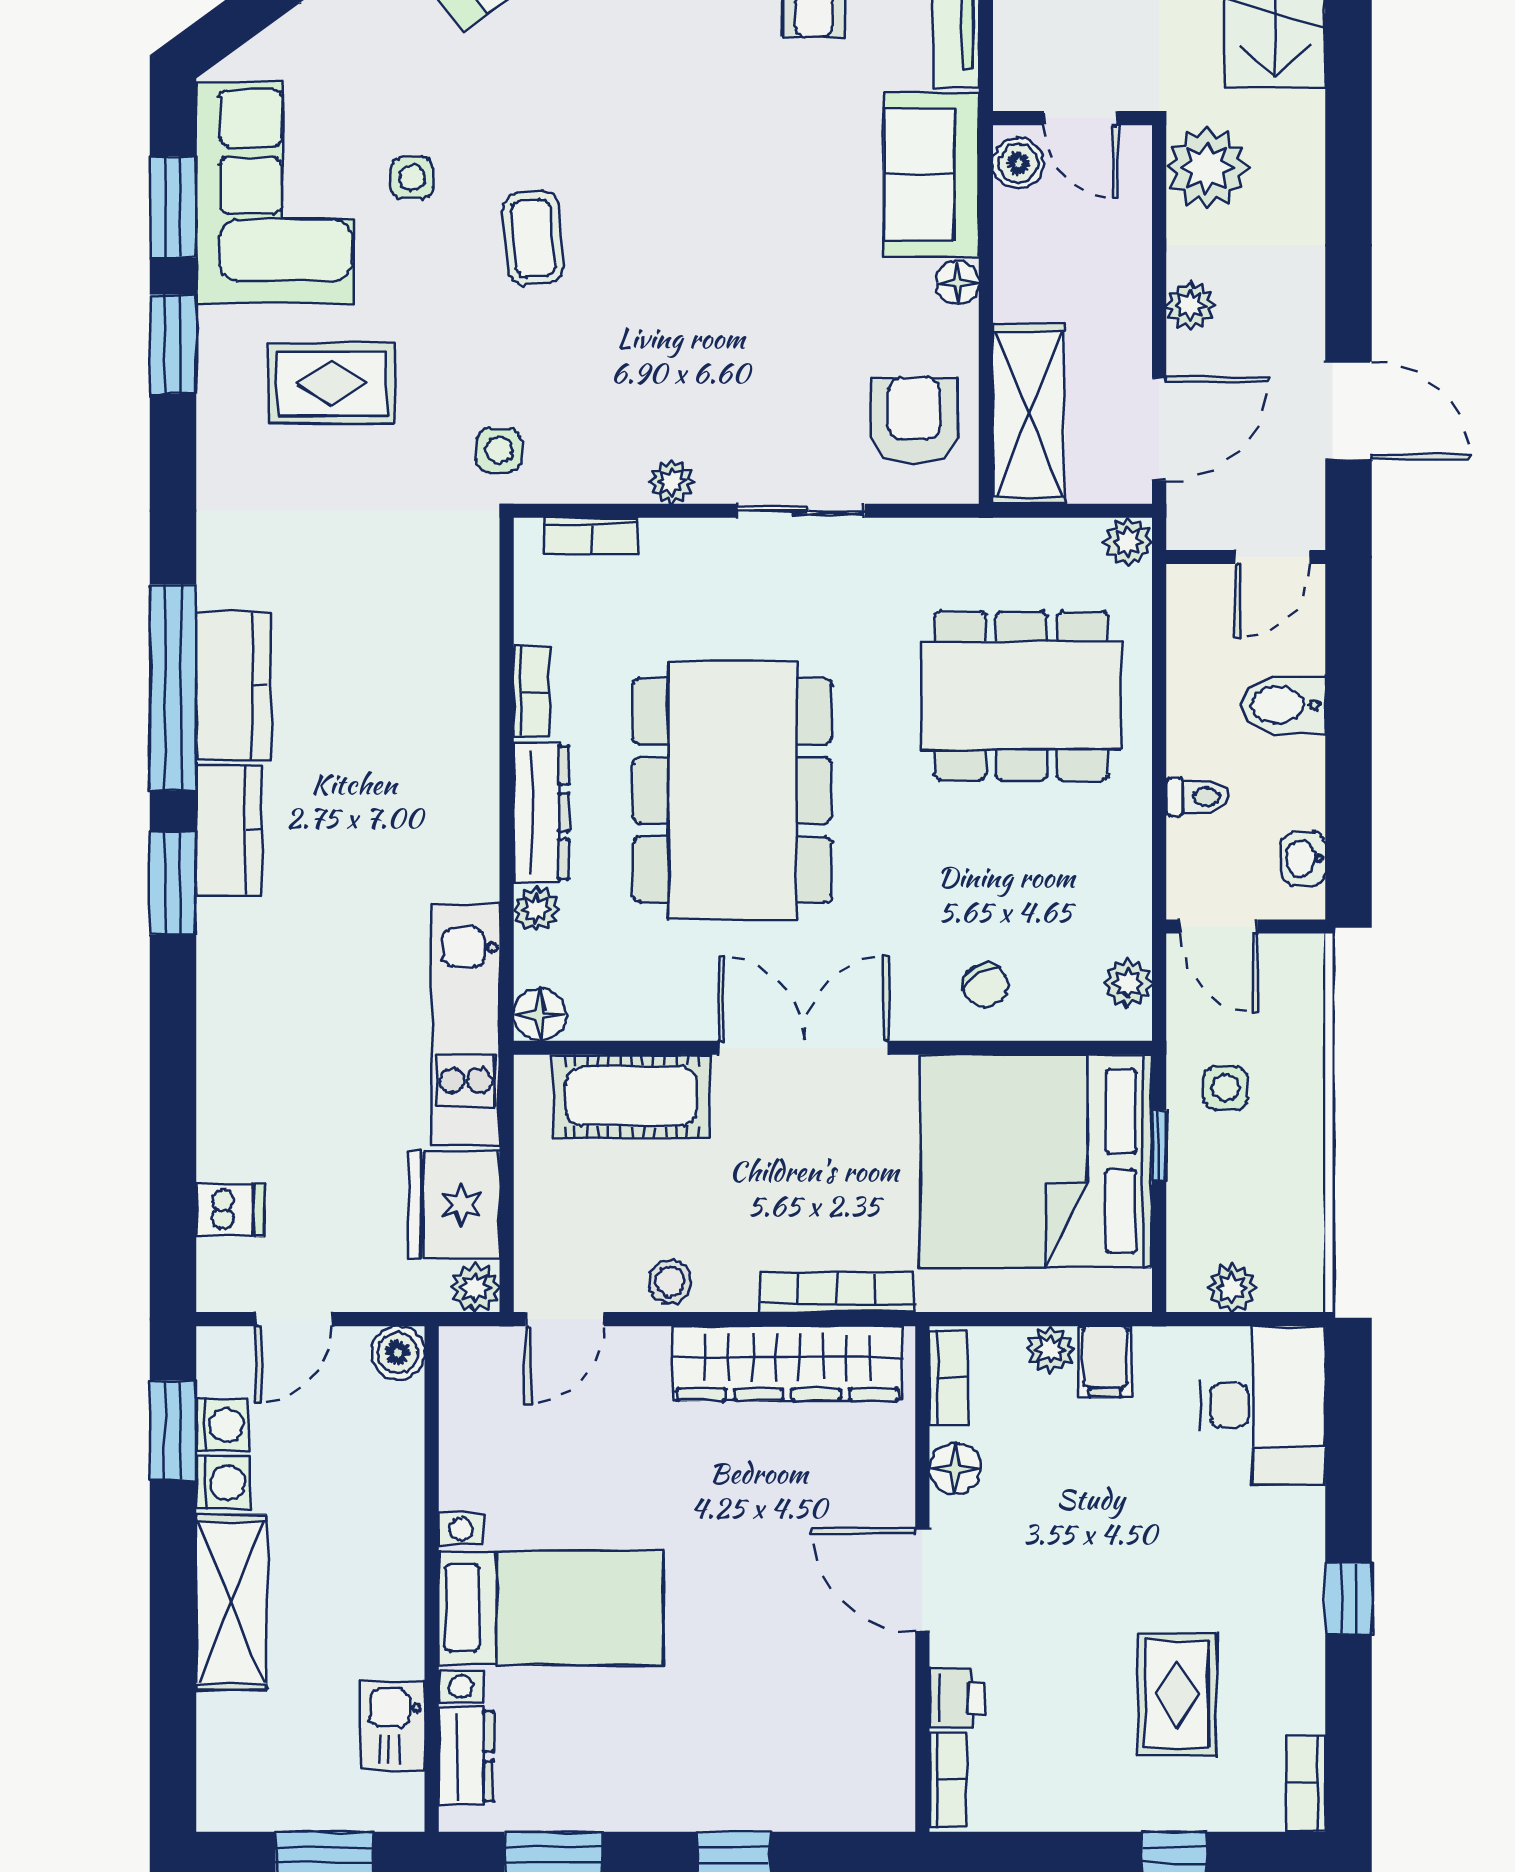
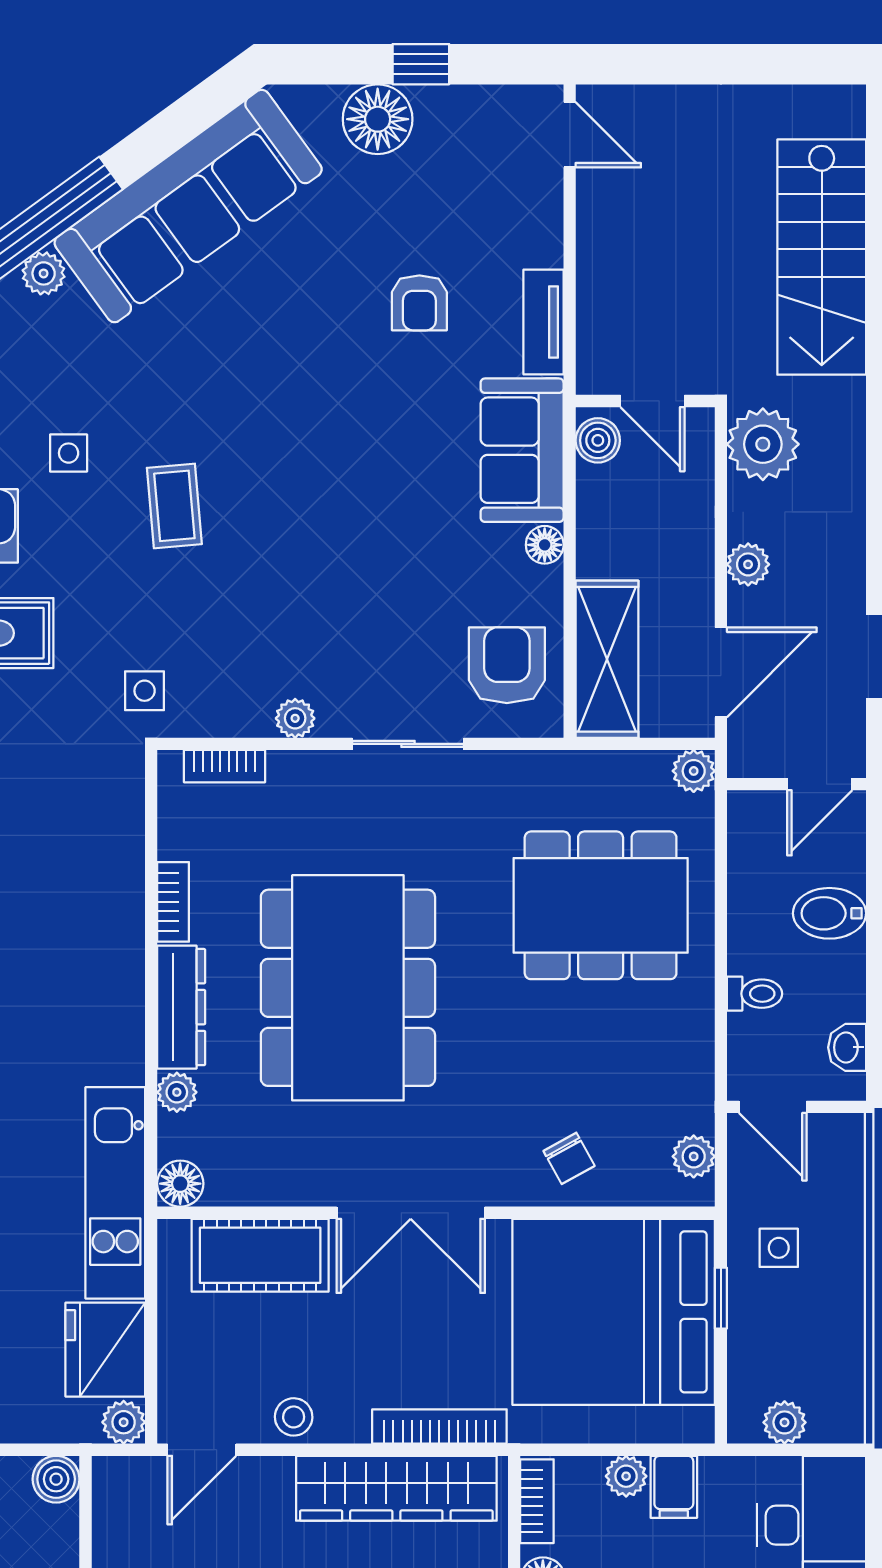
double door: (804, 1048) -> (411, 1213), swing flipped

